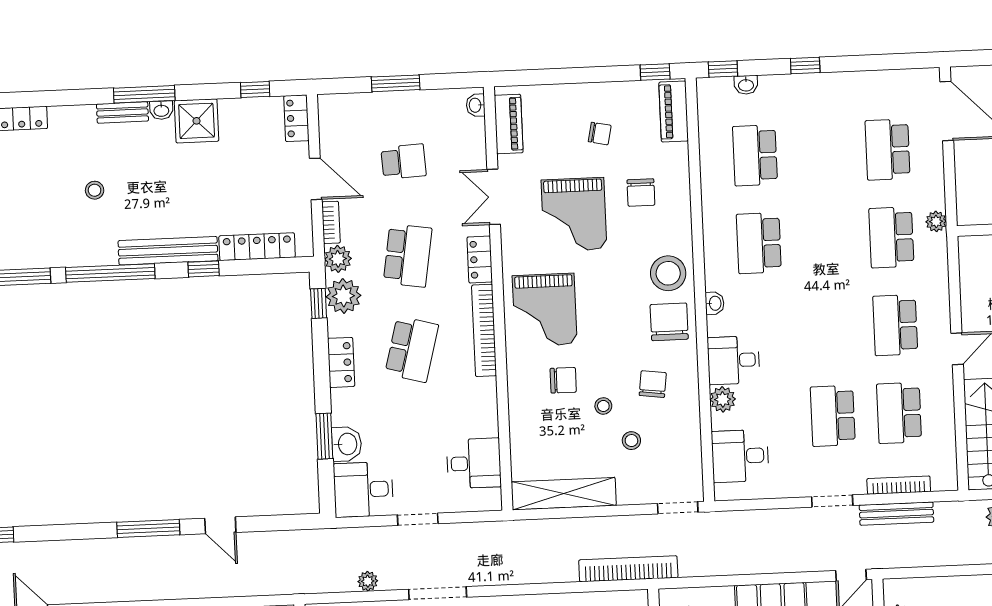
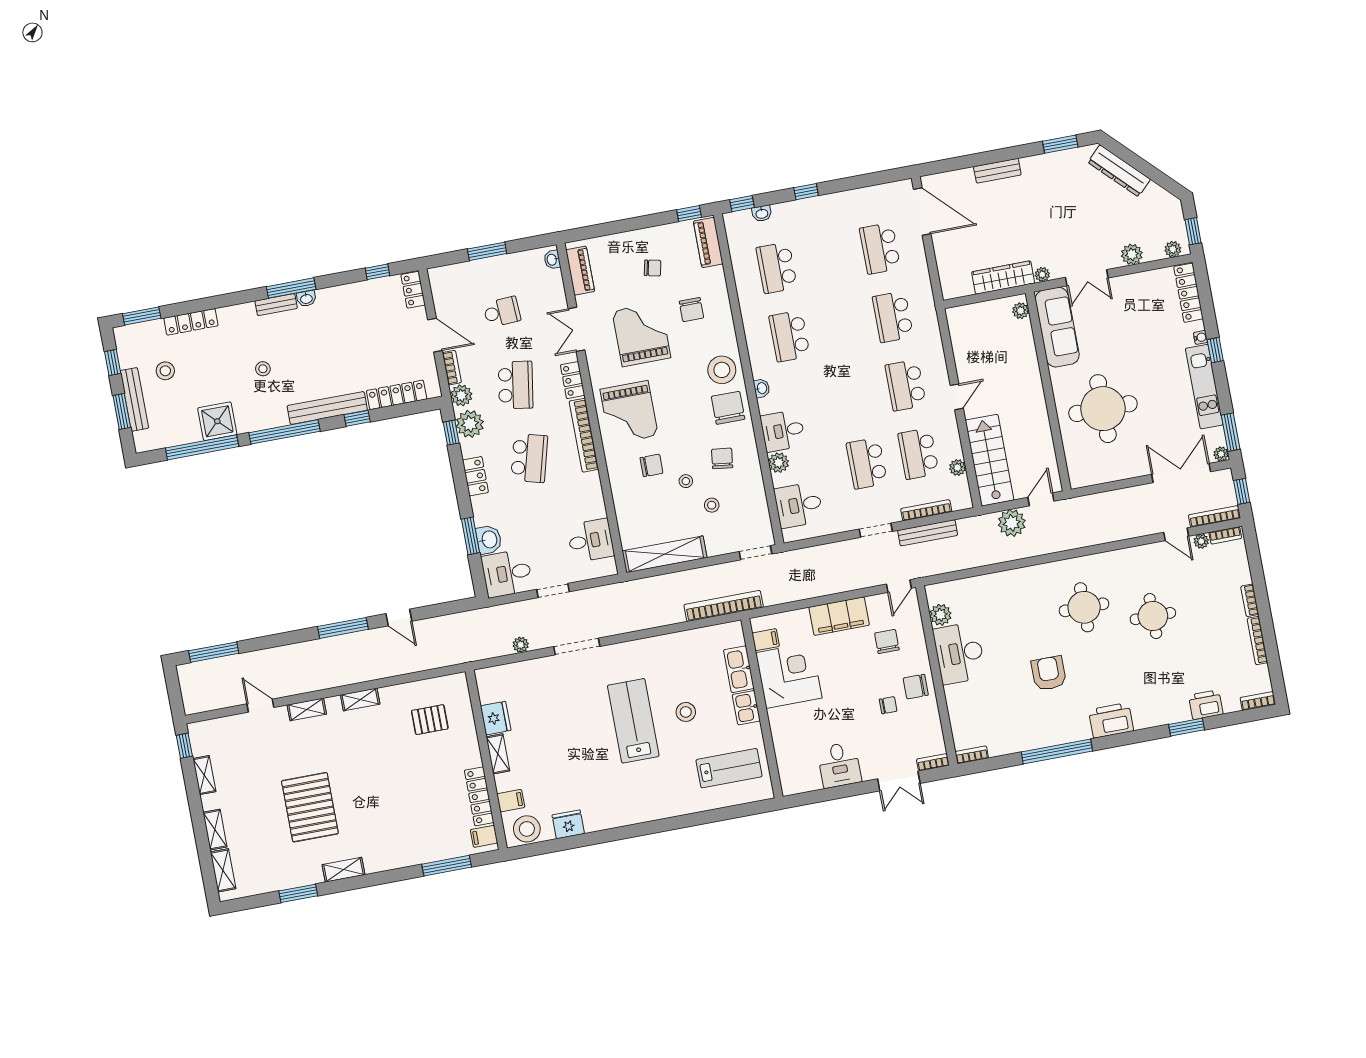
shower: (197, 121) -> (217, 421), moved
grand piano: (574, 215) -> (641, 334), turned 180
plant: (936, 221) -> (958, 468), moved

